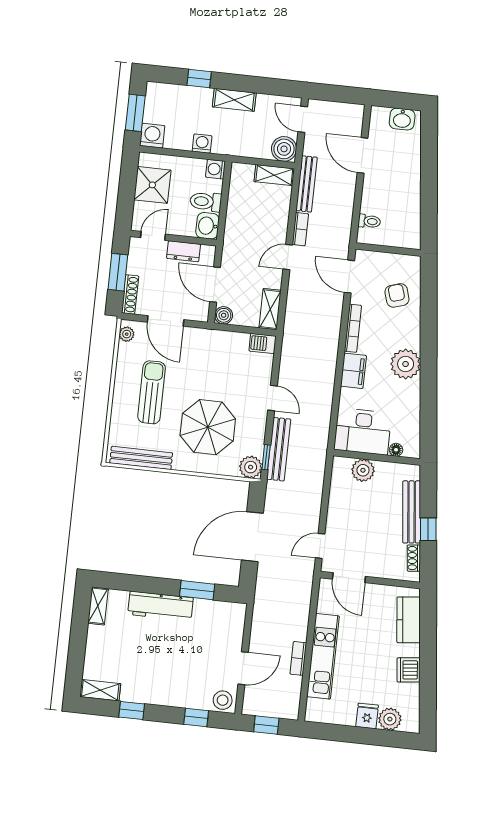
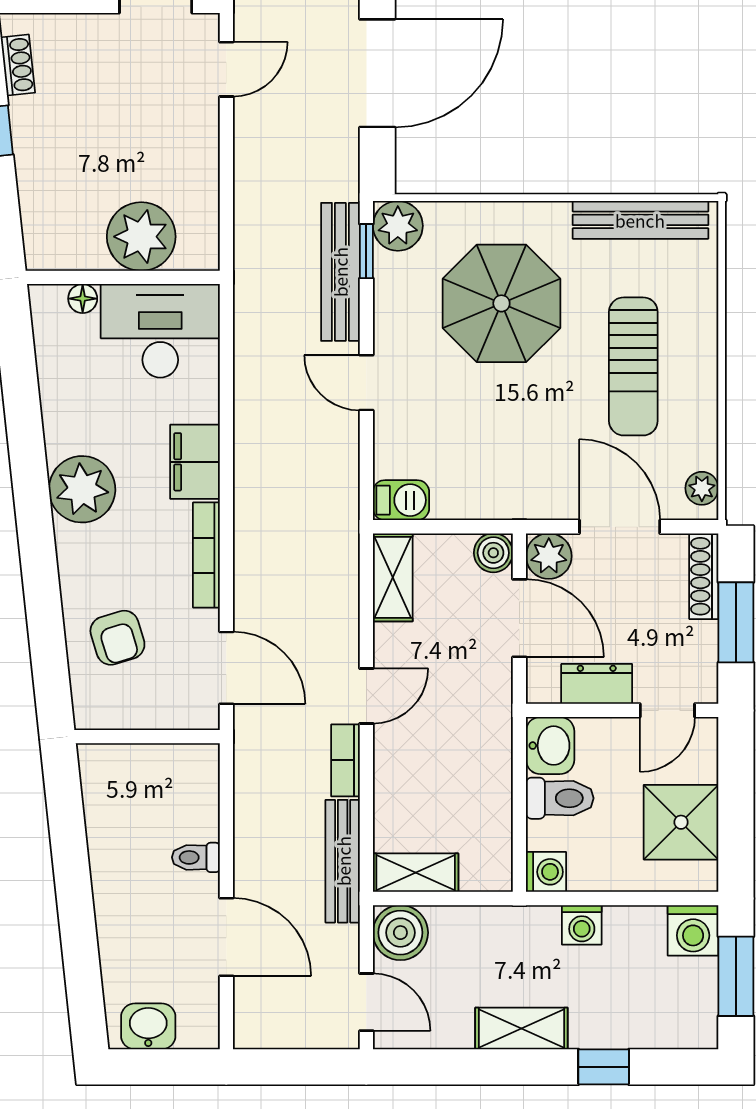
toilet: (369, 221) -> (196, 857), moved
plant: (199, 311) -> (549, 556), added
plant: (363, 470) -> (141, 237), width x1.36, depth x1.36
bench: (412, 512) -> (34, 166), removed

